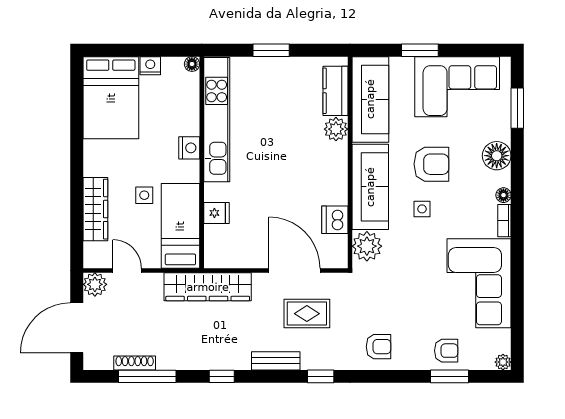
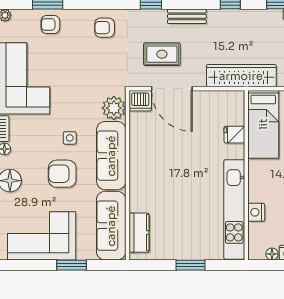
floor lamp: (192, 64) -> (272, 254), moved
plant: (336, 129) -> (139, 202), removed
nightstand: (189, 148) -> (256, 212), moved
dishwasher: (335, 220) -> (140, 101), moved, turned 90

